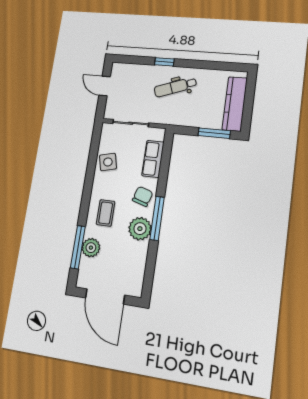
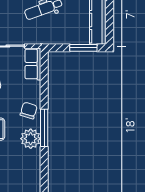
row of seats: (153, 159) -> (33, 64), moved

